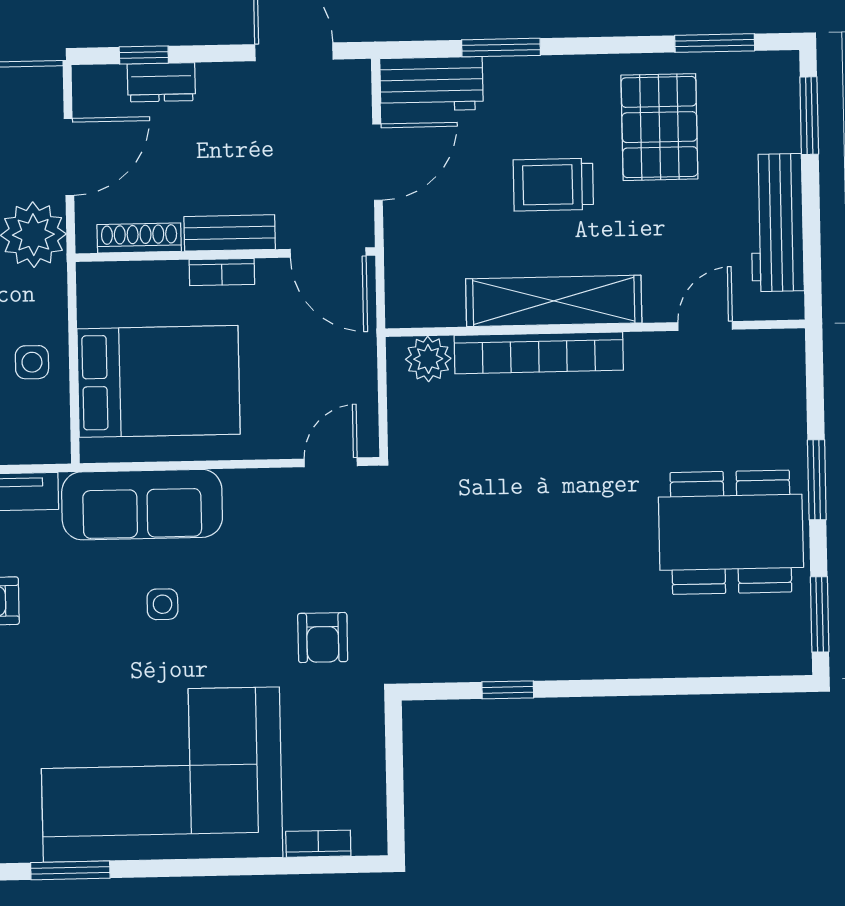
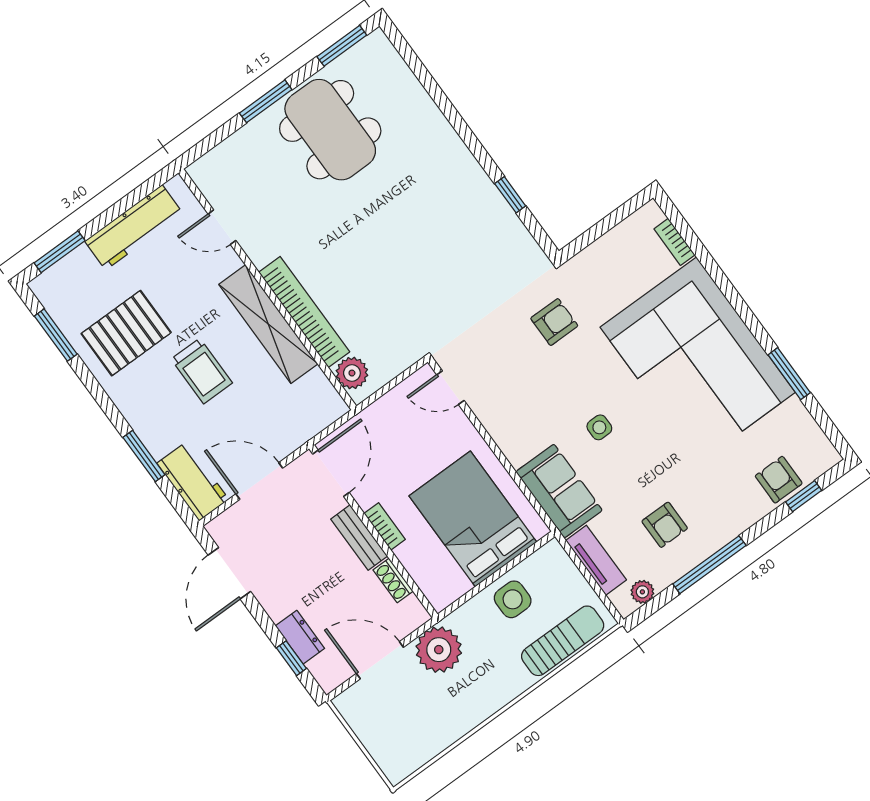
shoe rack: (139, 238) -> (393, 580), width x0.70
side table: (32, 362) -> (513, 599), width x1.37, depth x1.37
sofa: (142, 505) -> (559, 491), width x0.73

